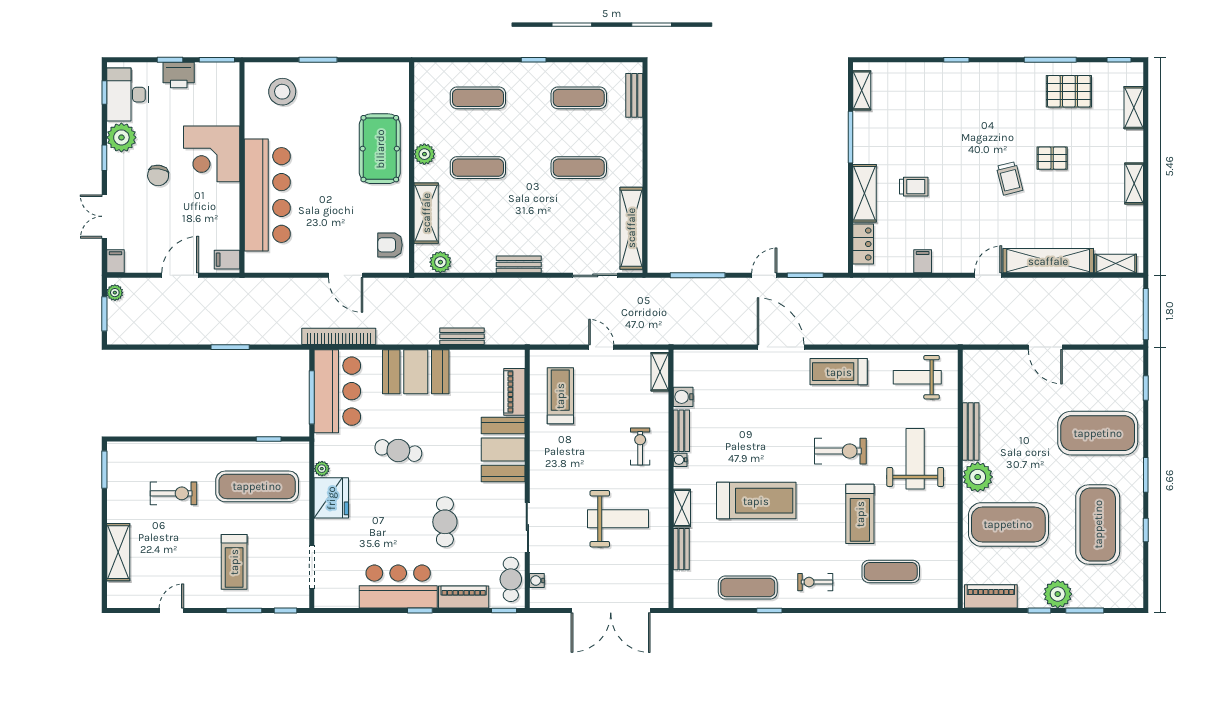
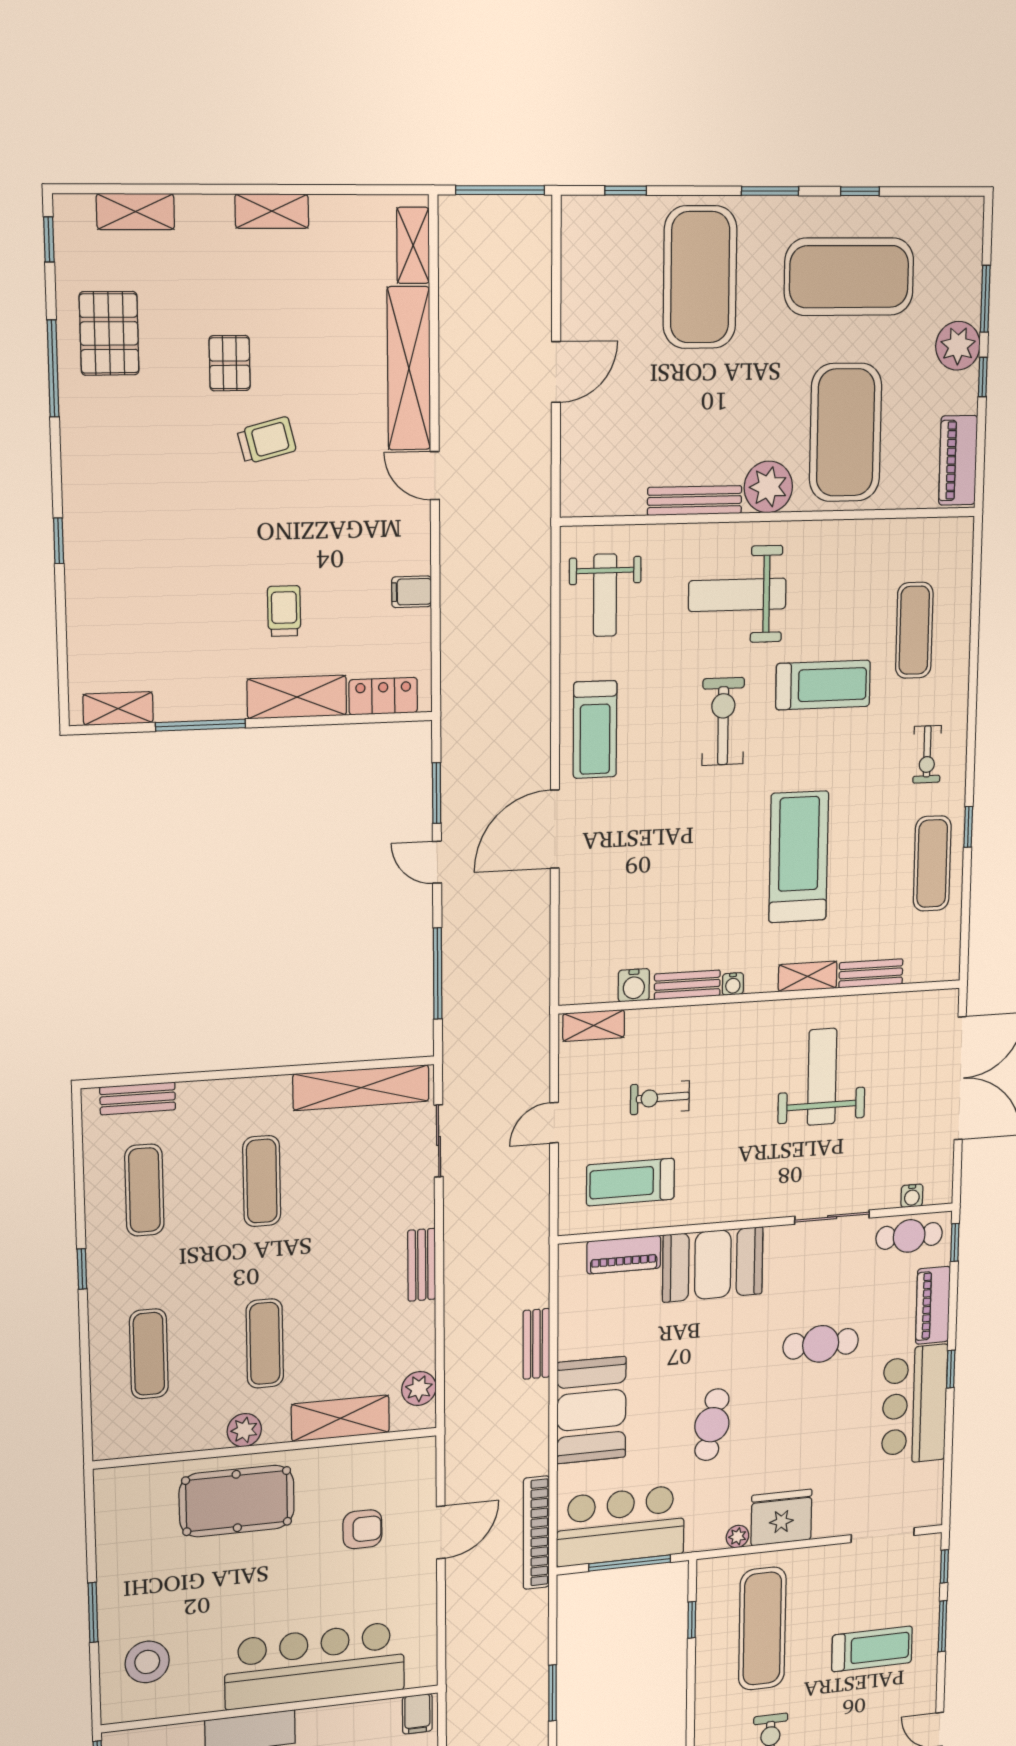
armchair: (390, 245) -> (362, 1529), moved, turned -90
exercise bike: (640, 446) -> (660, 1098), moved

